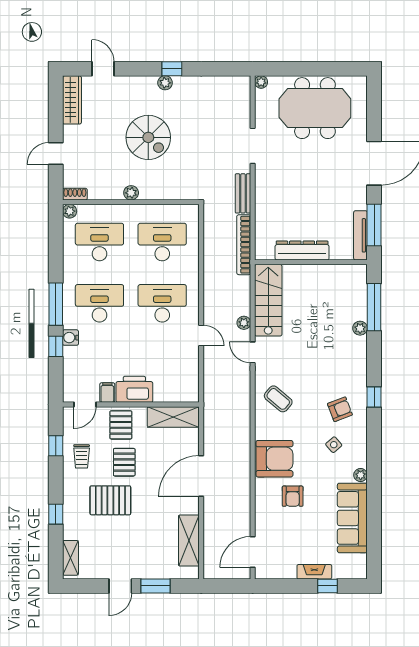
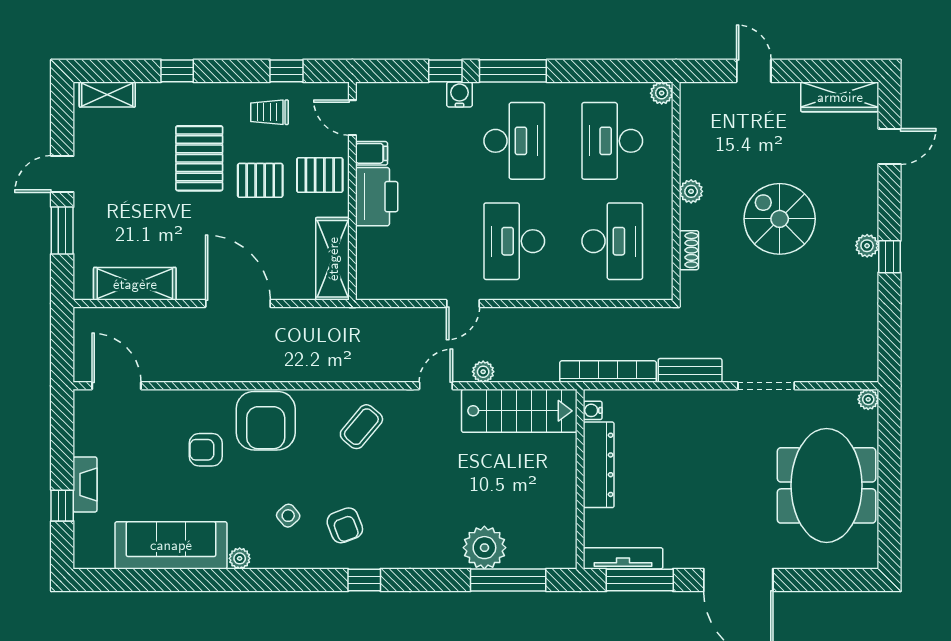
spiral stairs: (148, 137) -> (780, 219), turned 90
shoe rack: (75, 194) -> (689, 250), moved
desk: (99, 242) -> (612, 141), turned 180
water cooler: (268, 254) -> (593, 410), added
desk: (162, 303) -> (514, 241), turned 180
plant: (360, 328) -> (484, 548), width x1.88, depth x1.88
door: (120, 586) -> (62, 174), hinge flipped

